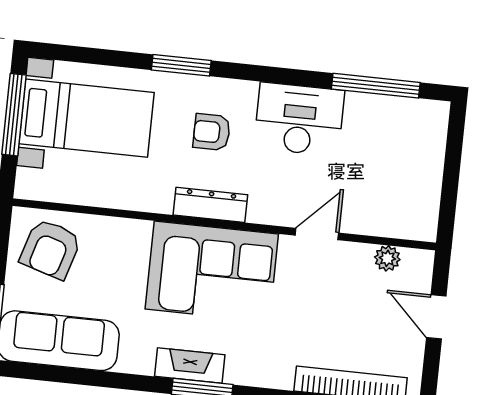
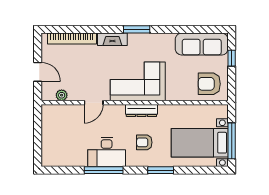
window: (376, 86) -> (104, 170), moved
armchair: (212, 132) -> (144, 142), turned 180
armchair: (51, 249) -> (209, 84), turned -107
fireplace: (190, 366) -> (112, 39), moved

